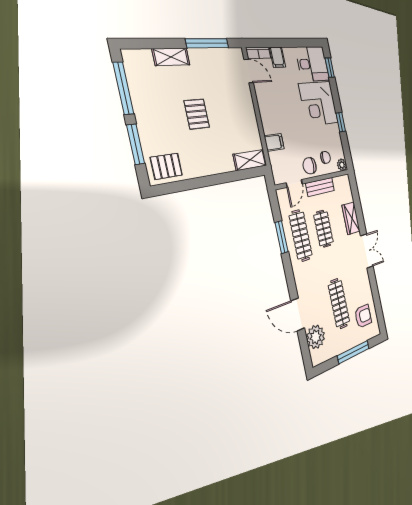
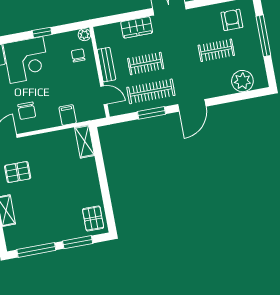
pallet: (197, 114) -> (18, 172), moved
chair: (310, 166) -> (27, 111), moved
clothes rail: (339, 304) -> (216, 50), width x0.73
door: (298, 314) -> (192, 105), moved

